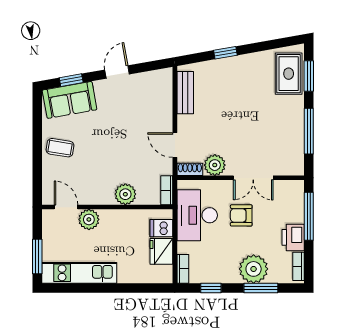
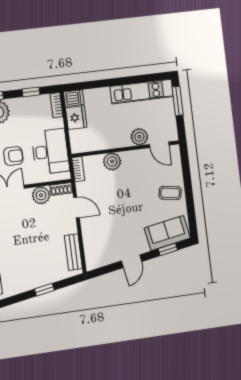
dishwasher: (161, 228) -> (74, 98), moved

